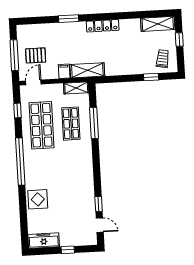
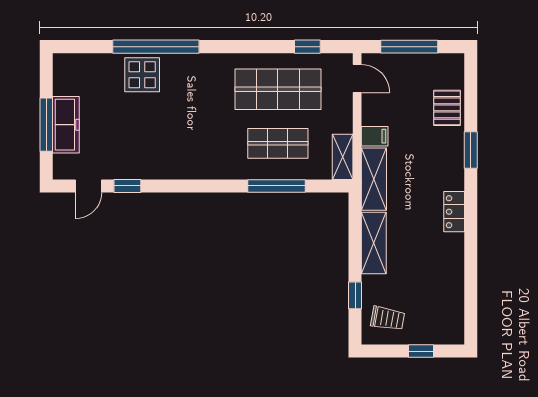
shelving: (158, 24) -> (374, 243), moved
locker: (103, 26) -> (454, 212), width x0.66
pallet: (36, 55) -> (447, 108), moved
window: (20, 162) -> (156, 47), moved
freezer: (44, 241) -> (66, 125), moved
window: (68, 250) -> (46, 125), width x2.17

